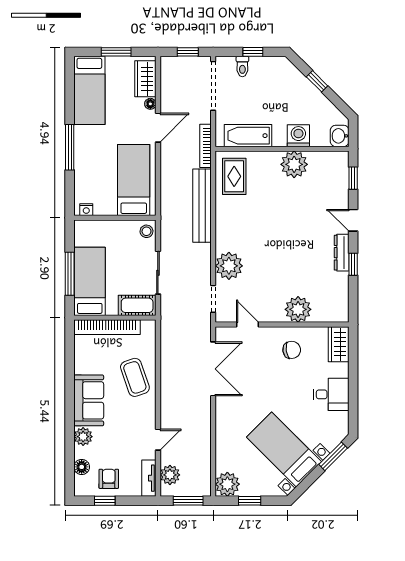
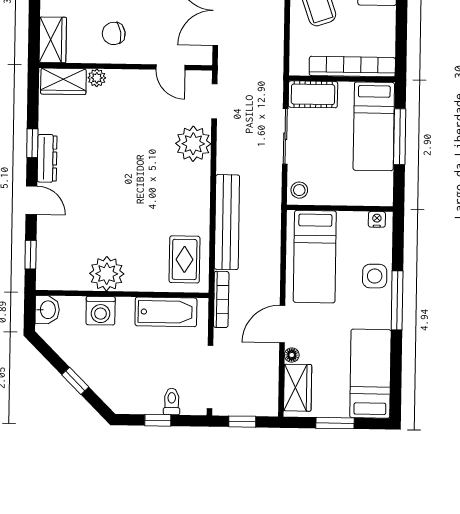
side table: (87, 166) -> (375, 276), added
plant: (298, 309) -> (97, 78), width x0.53, depth x0.53
wardrobe: (330, 312) -> (63, 81), added

